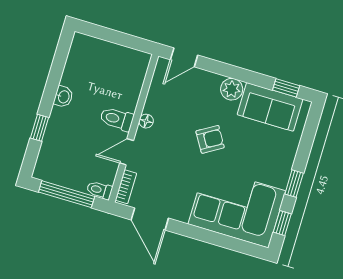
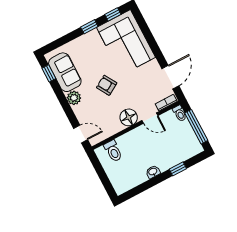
toilet: (117, 119) -> (113, 151), moved
floor lamp: (146, 121) -> (129, 117), width x1.89, depth x1.89

